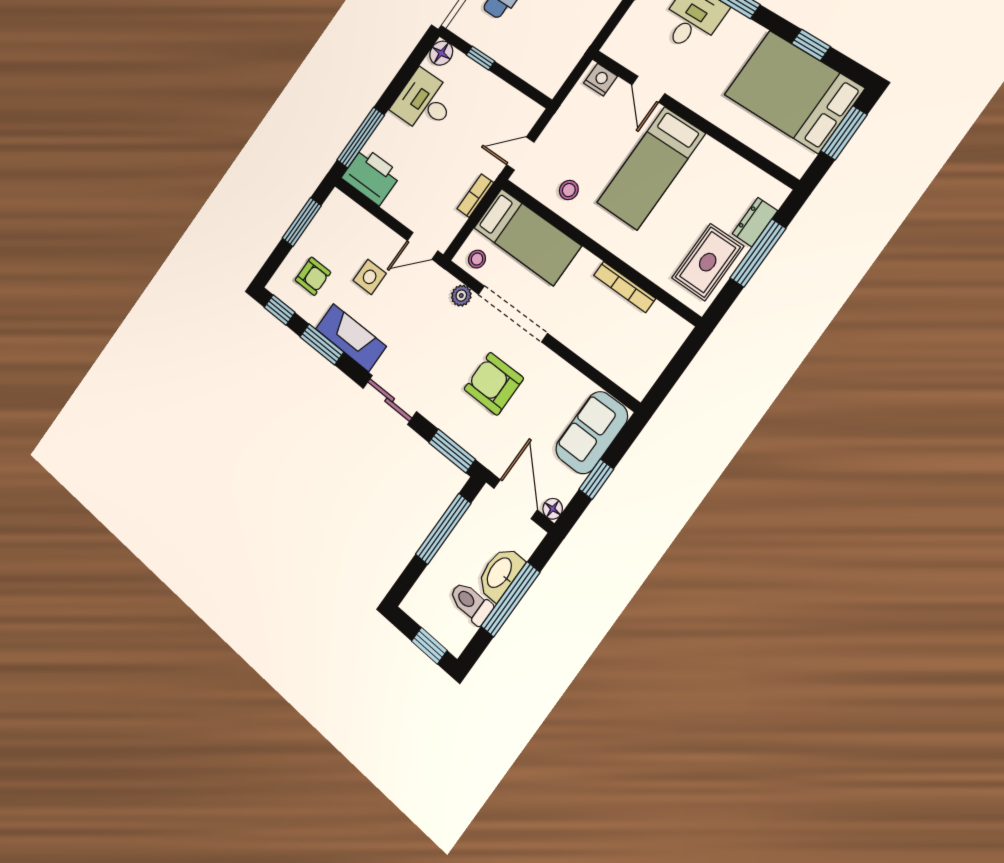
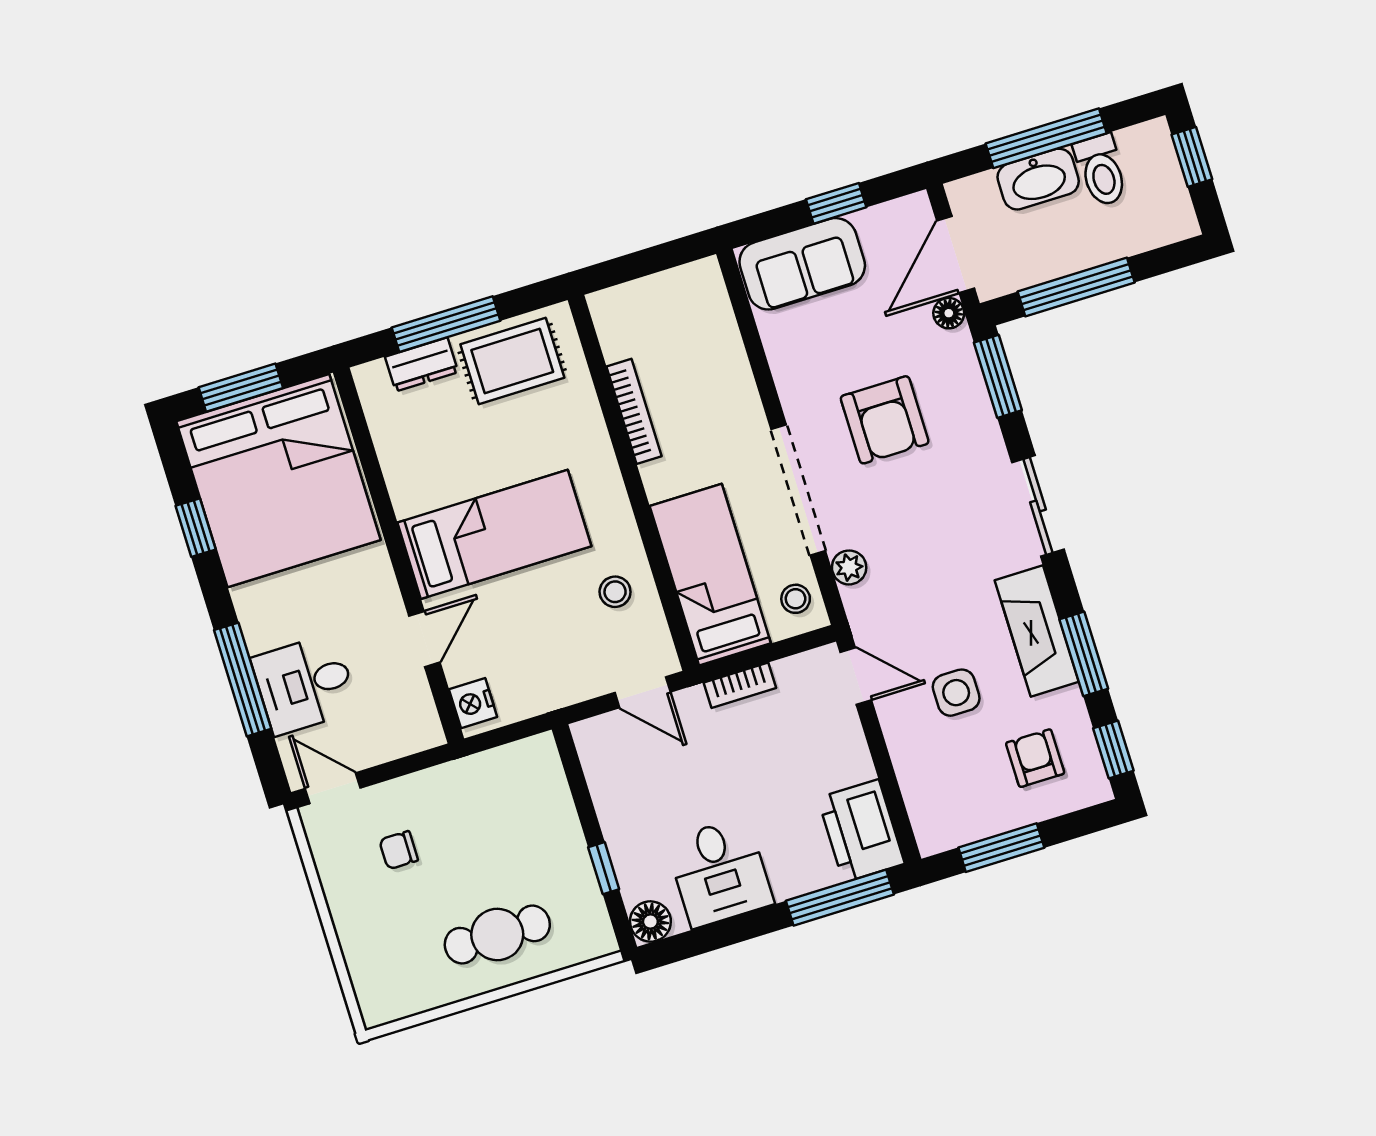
bed: (794, 91) -> (278, 481), width x1.36
floor lamp: (553, 509) -> (949, 313), moved

